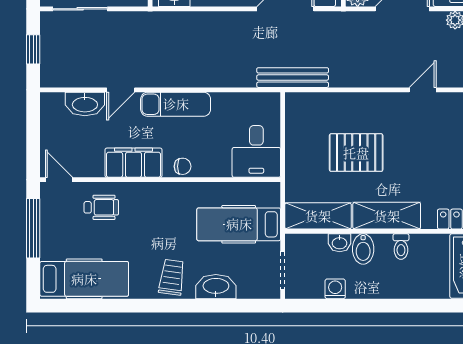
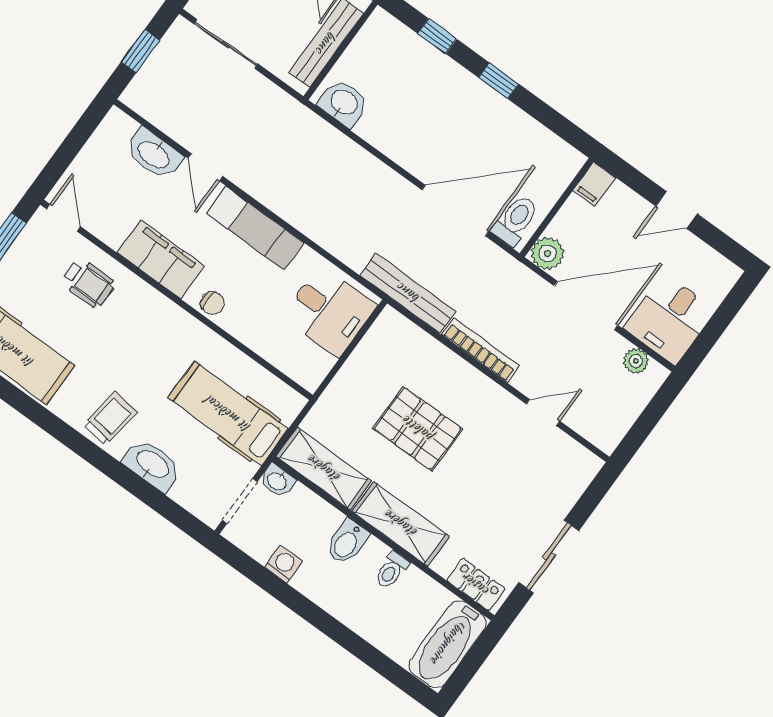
bookcase: (359, 80) -> (480, 350), added
door: (121, 90) -> (205, 167), hinge flipped
desk: (256, 151) -> (329, 311), moved, turned -90
washbasin: (340, 243) -> (277, 481), moved

